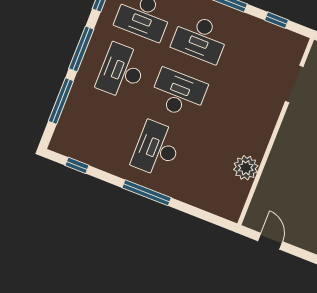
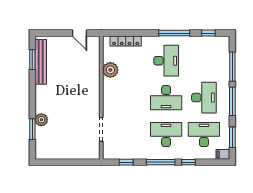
window: (147, 193) -> (174, 33), moved
locker: (206, 202) -> (126, 41), added

